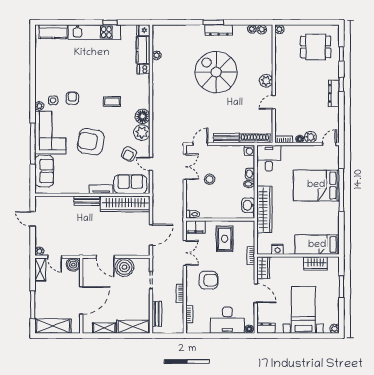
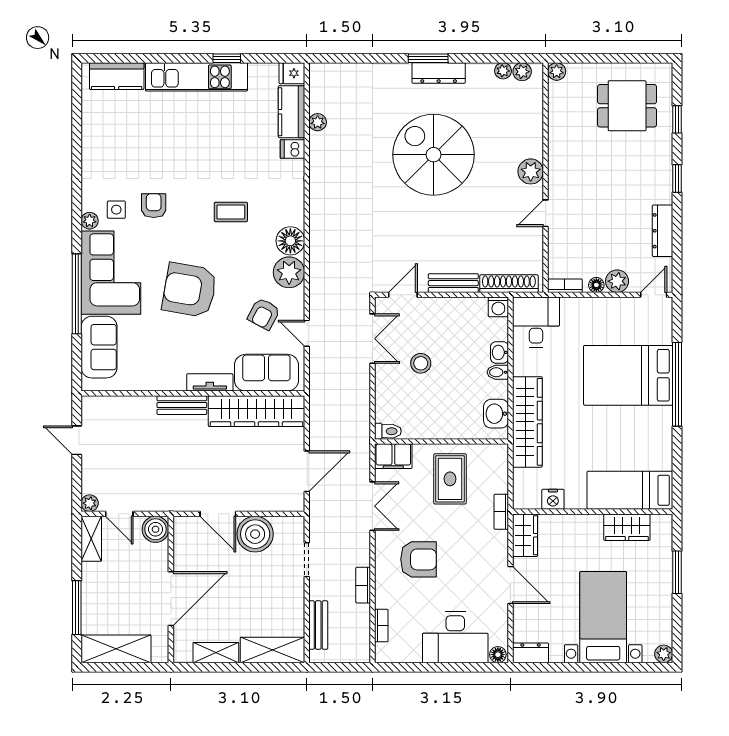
dresser: (334, 93) -> (662, 231), moved

